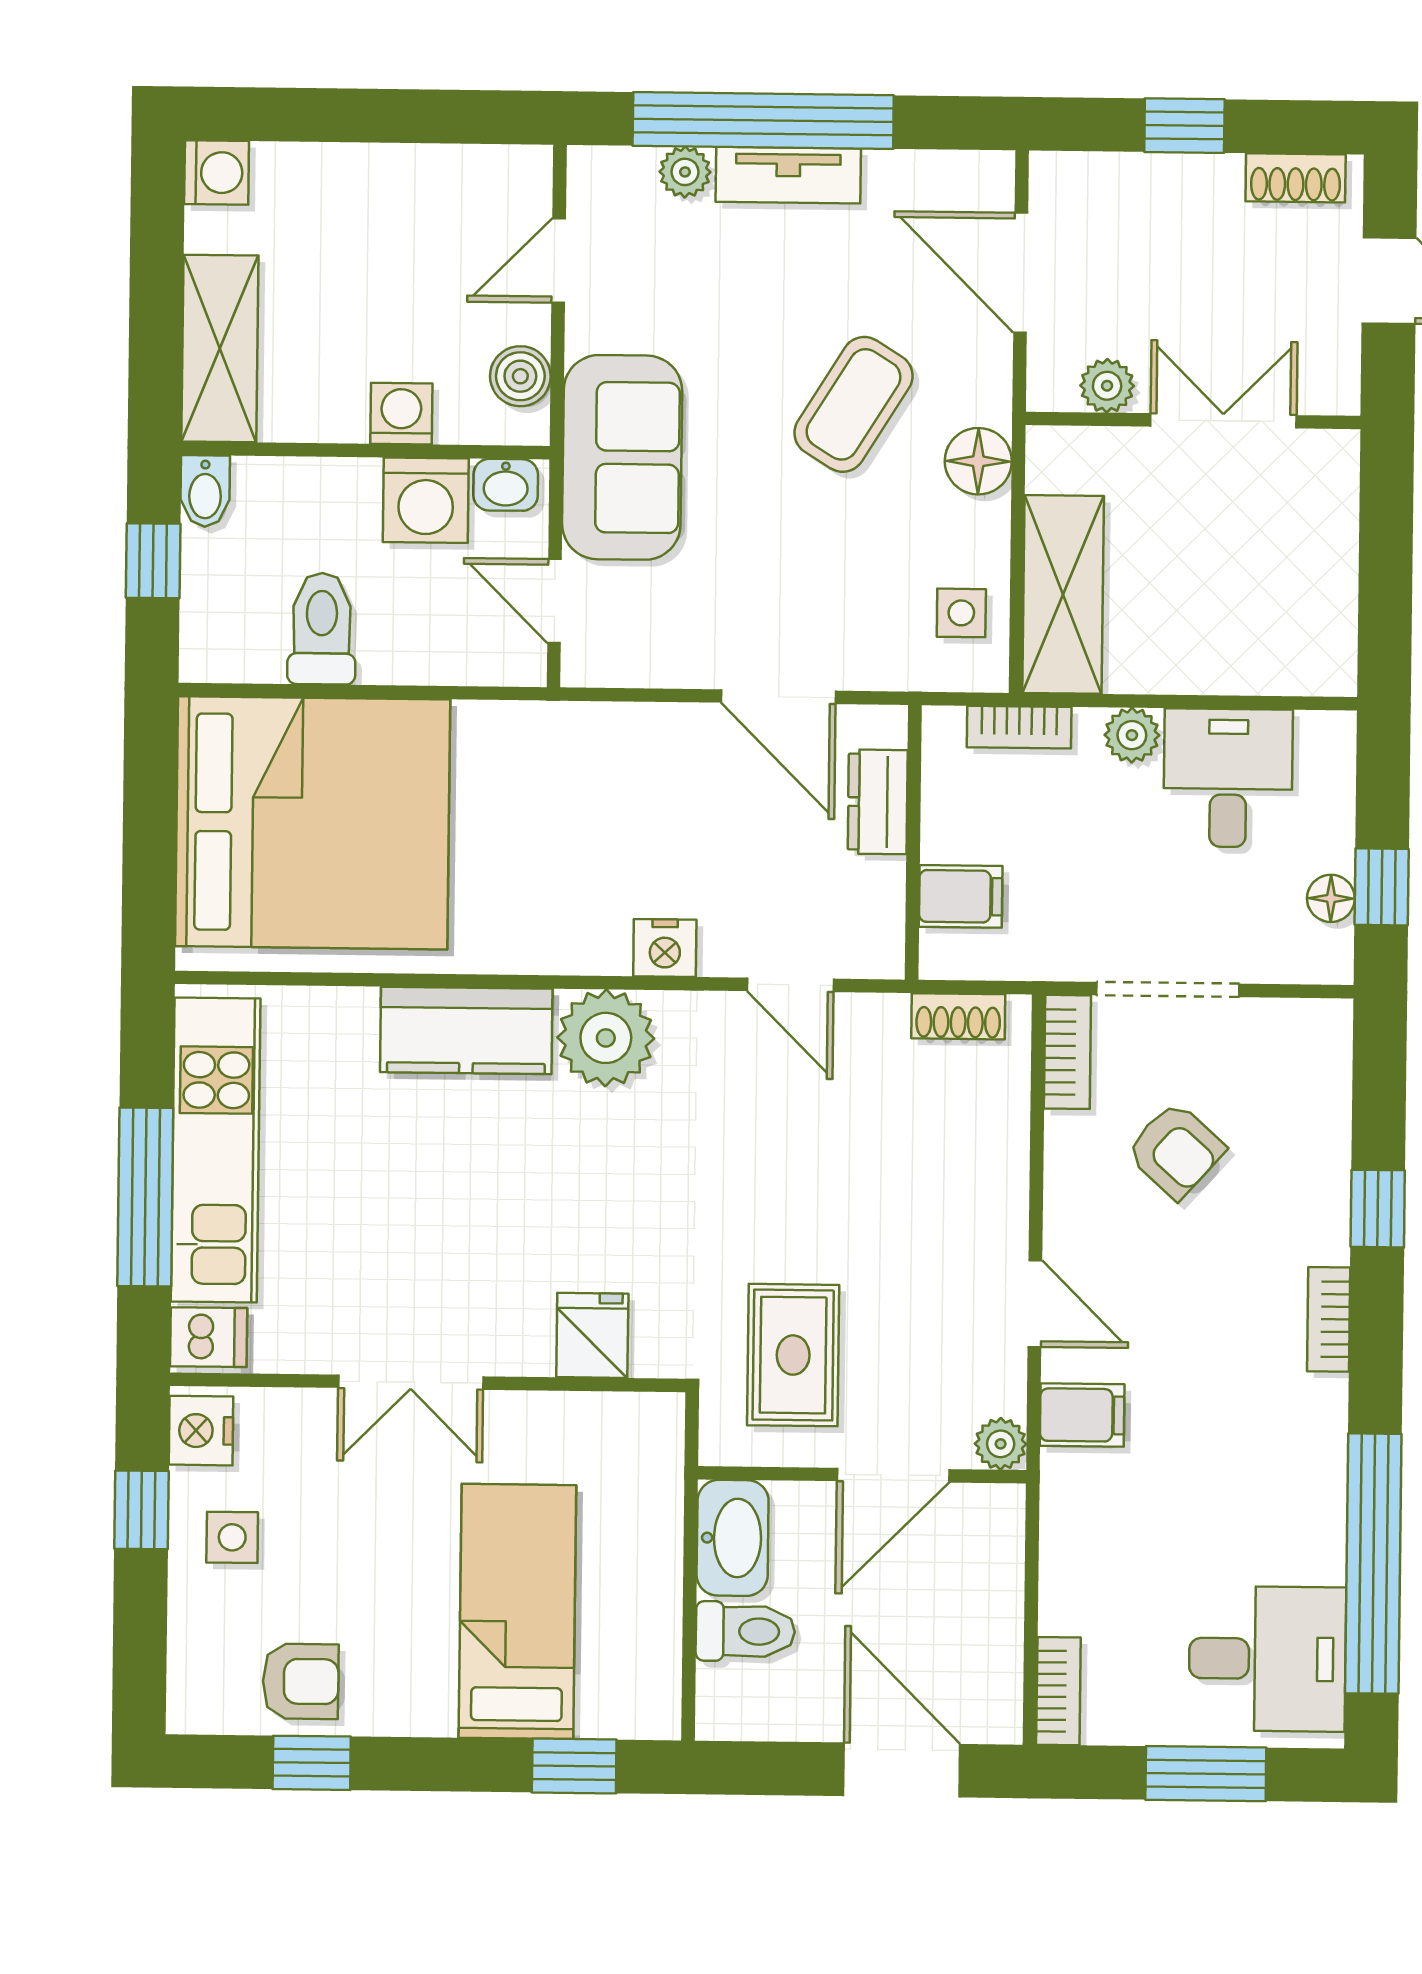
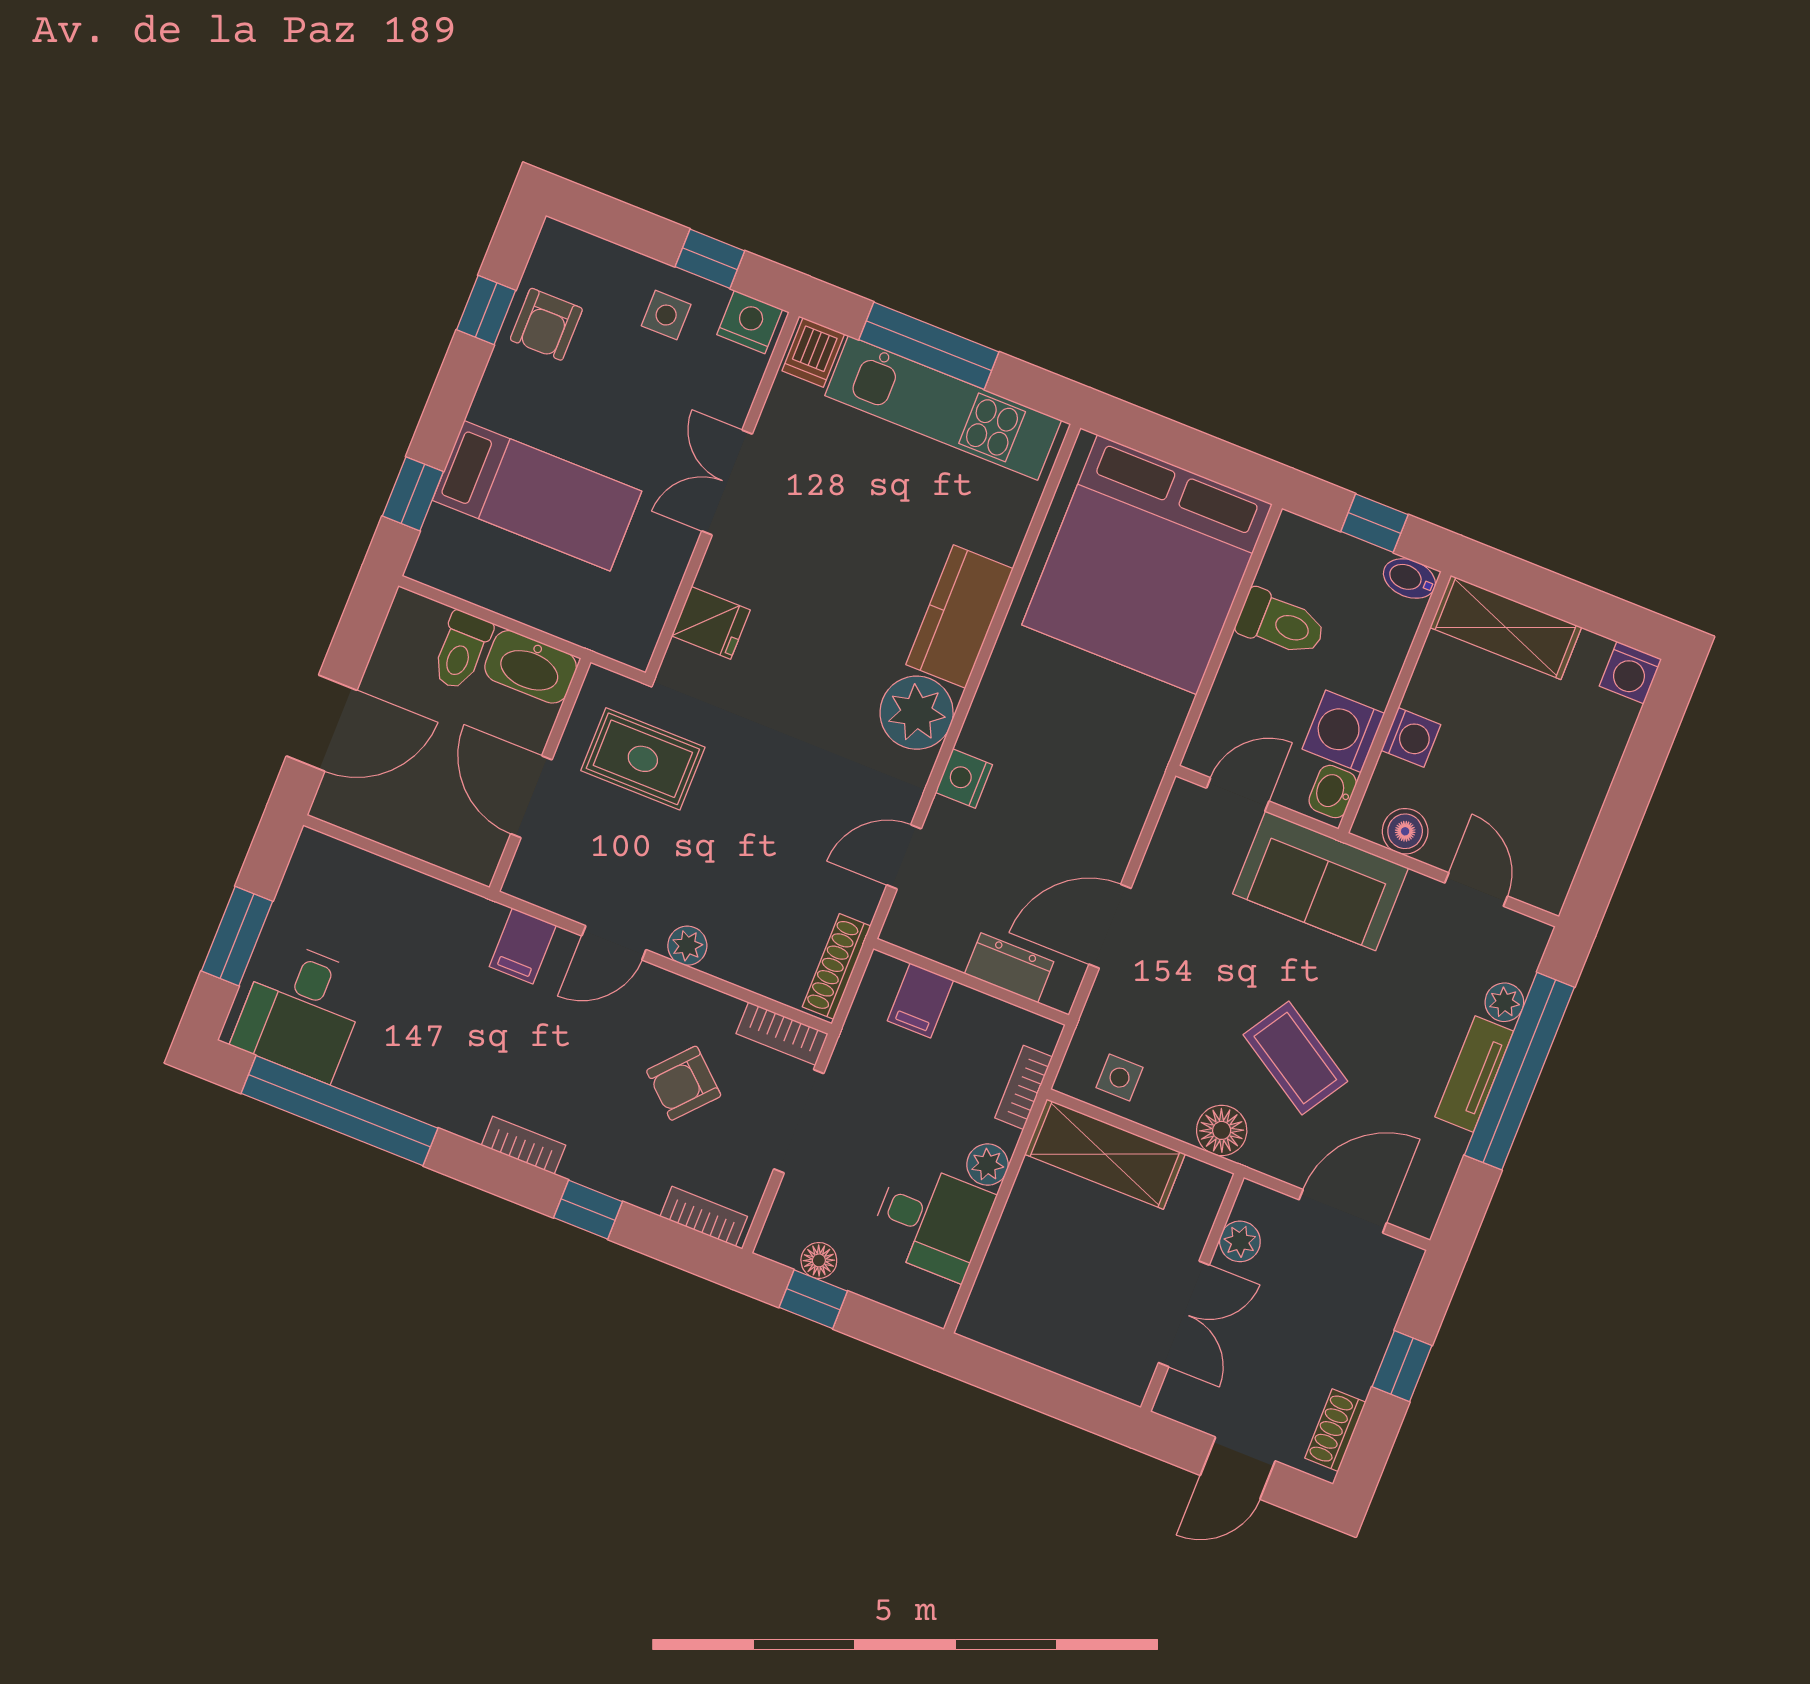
shoe rack: (958, 1016) -> (837, 966), width x1.43
plant: (1001, 1444) -> (687, 946), moved
bookcase: (1058, 1691) -> (704, 1216), moved, turned 180

